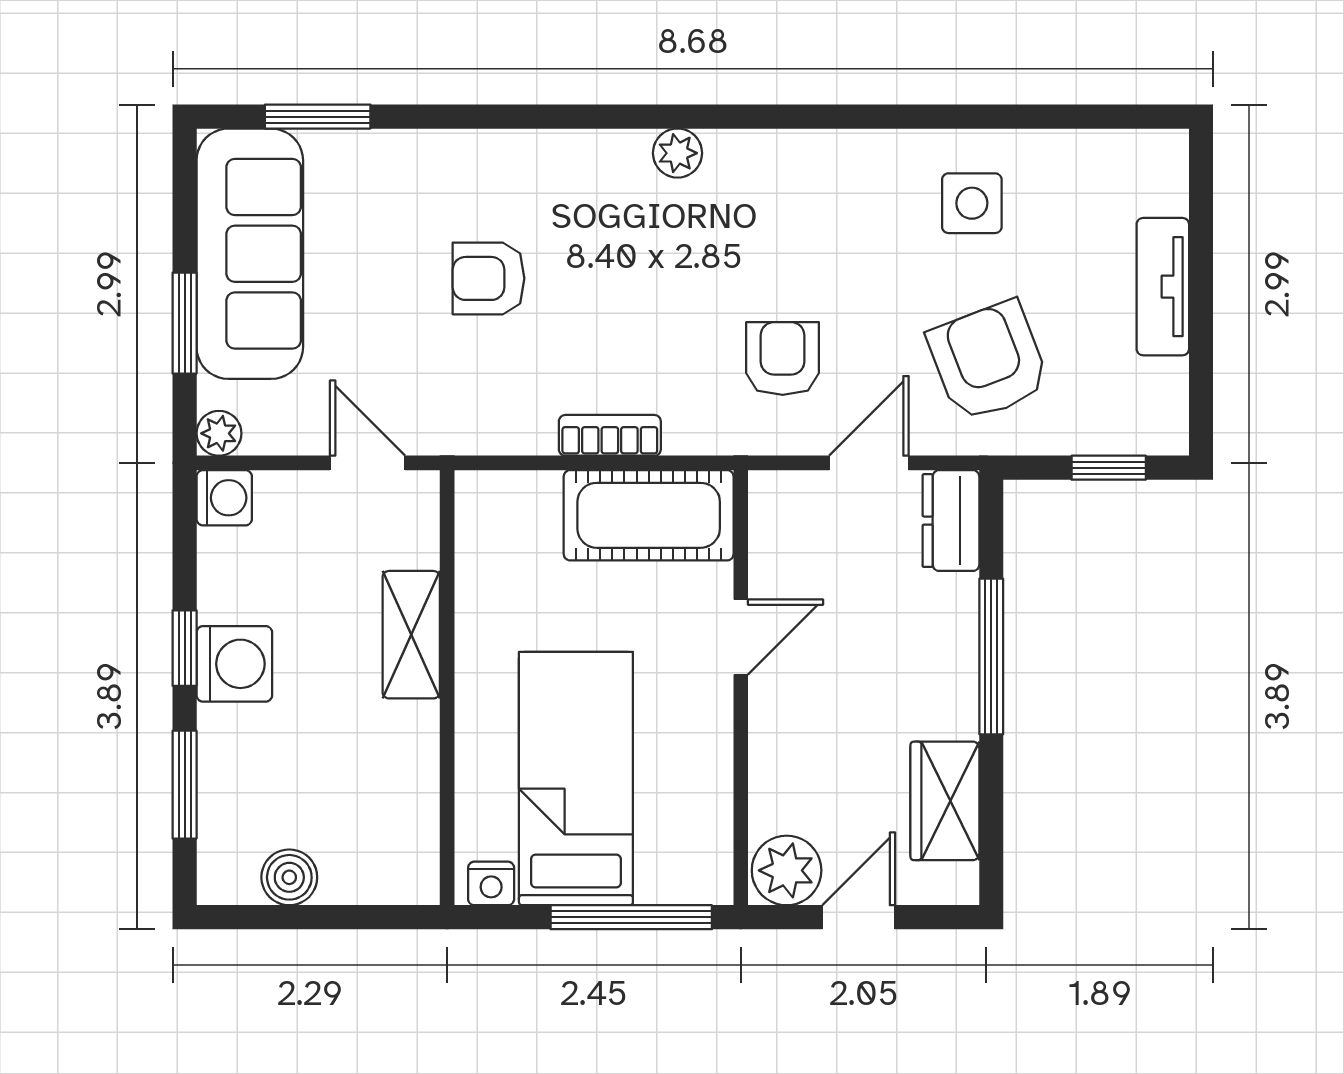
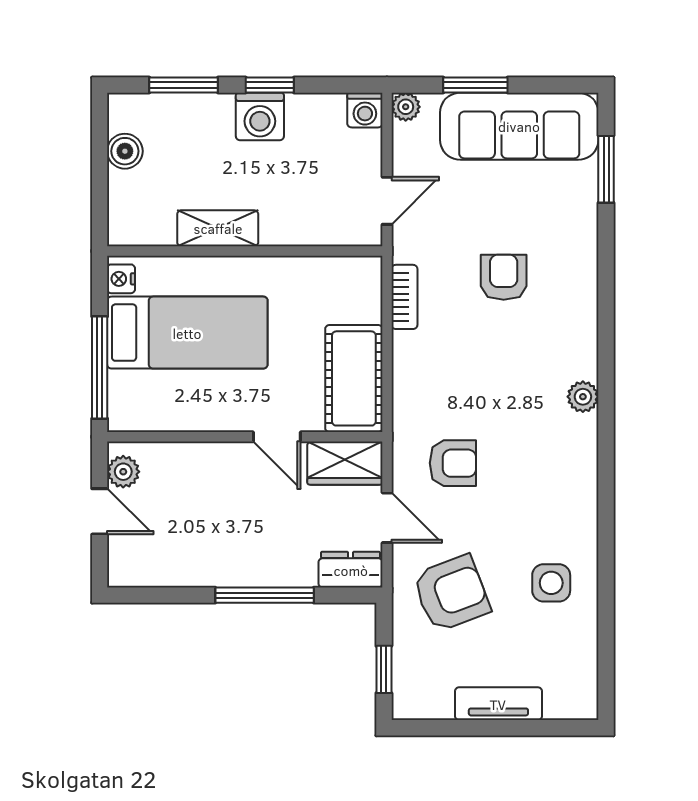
bookcase: (610, 435) -> (404, 297), moved
shelving: (411, 635) -> (218, 228), moved
wardrobe: (945, 801) -> (345, 463), moved, turned 180
plant: (787, 870) -> (123, 472), width x0.73, depth x0.73

